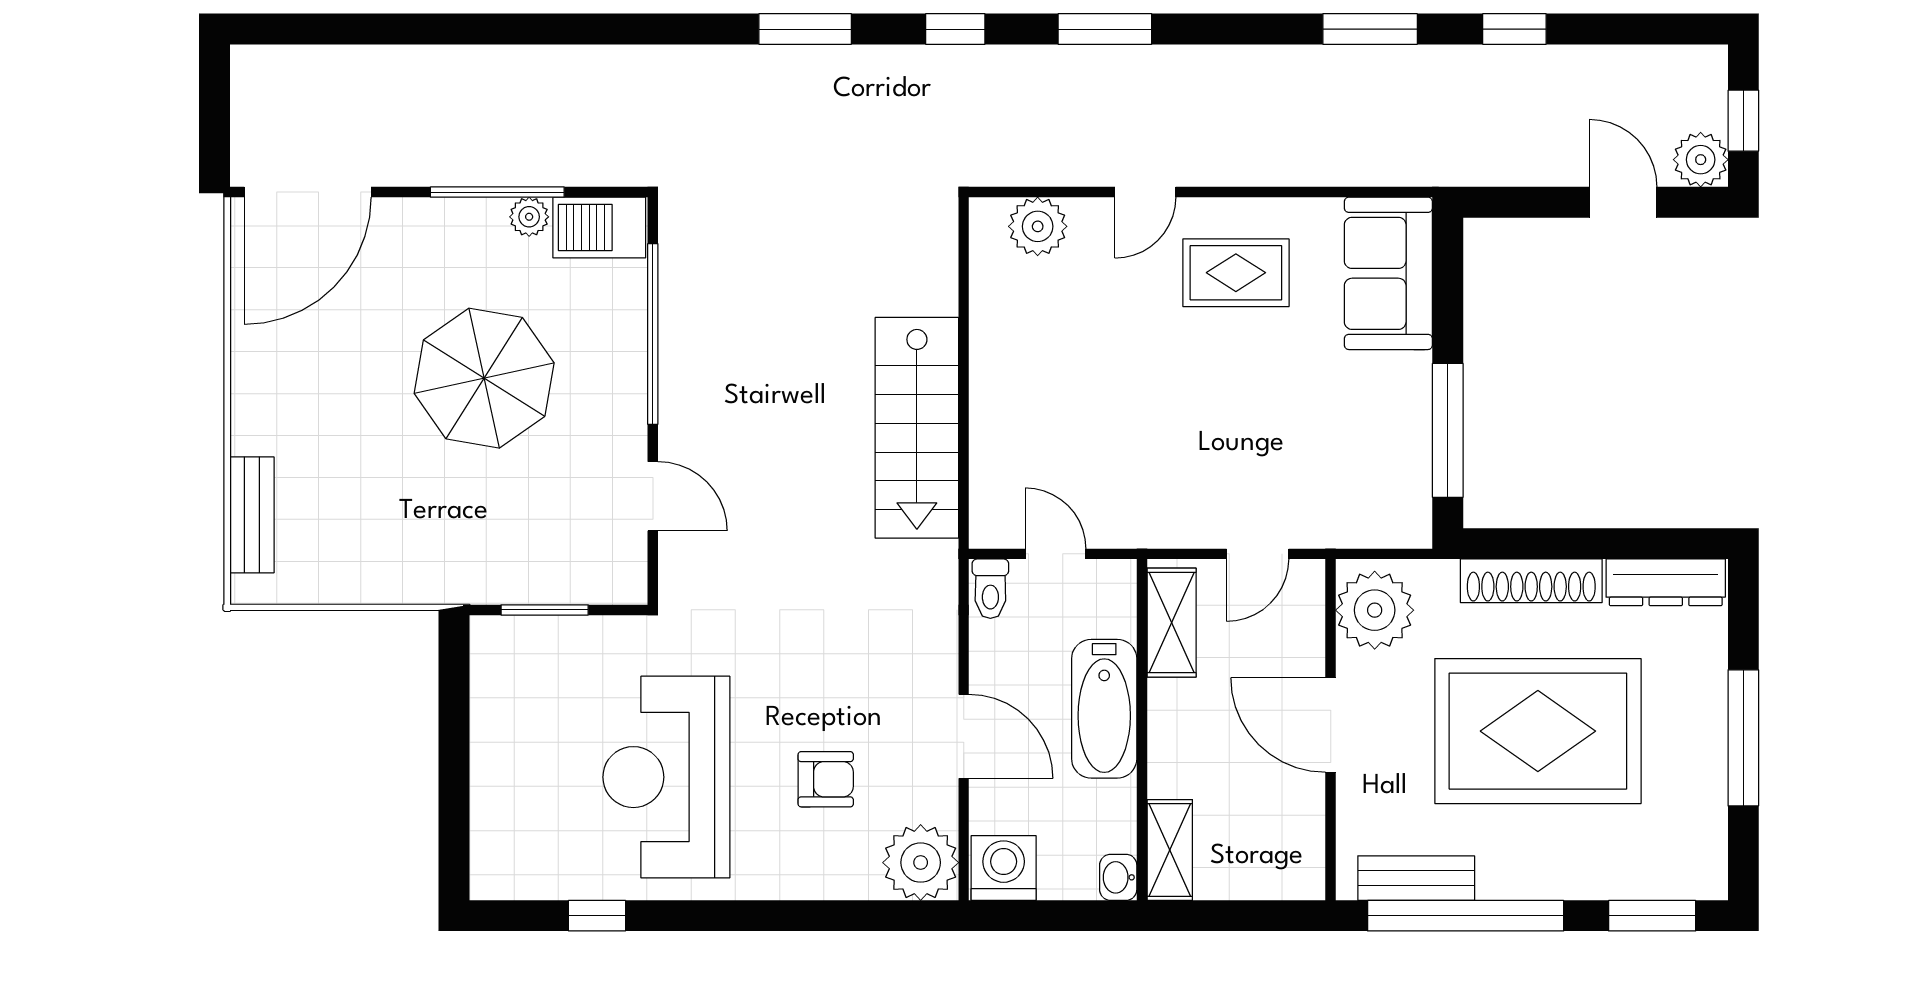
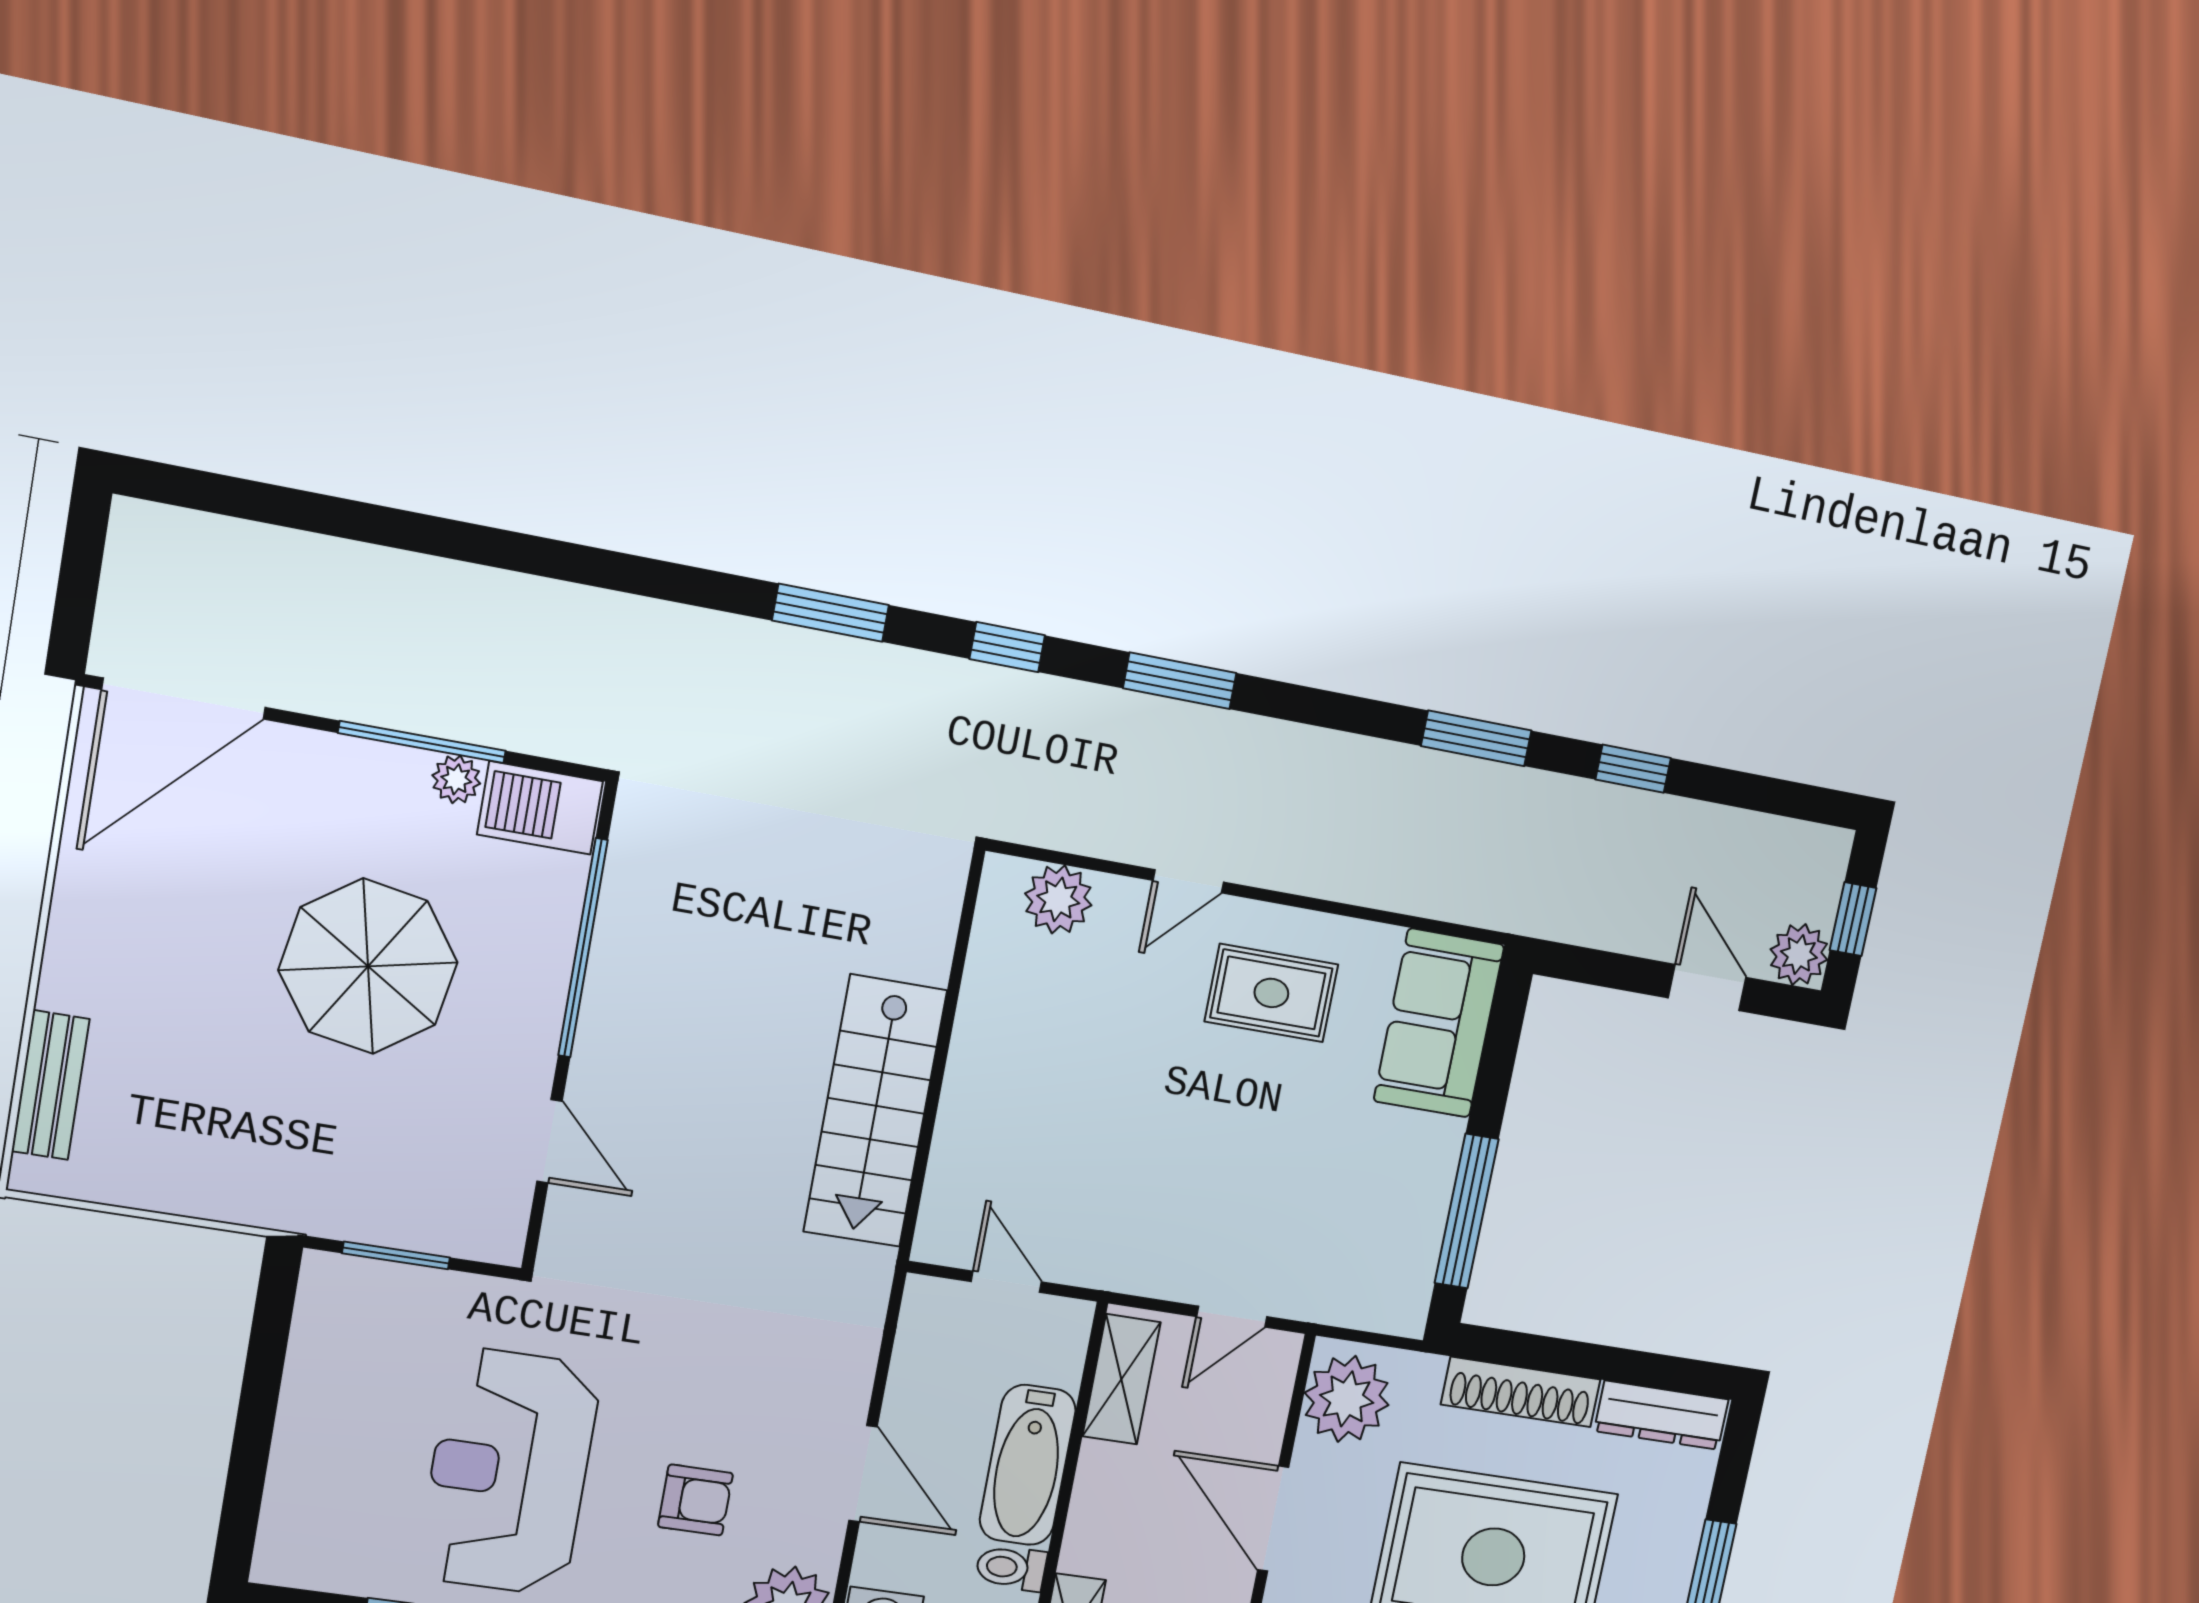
toilet: (990, 589) -> (1011, 1568), moved, turned 90

